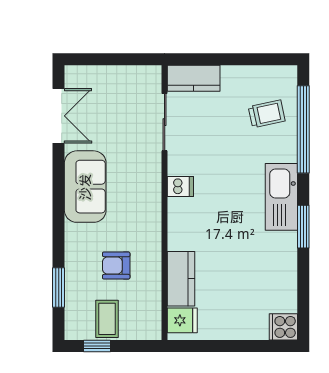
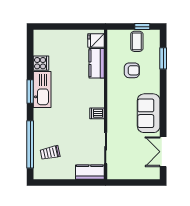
kitchen sink: (281, 197) -> (42, 90), moved
cooker: (283, 327) -> (41, 63), moved

